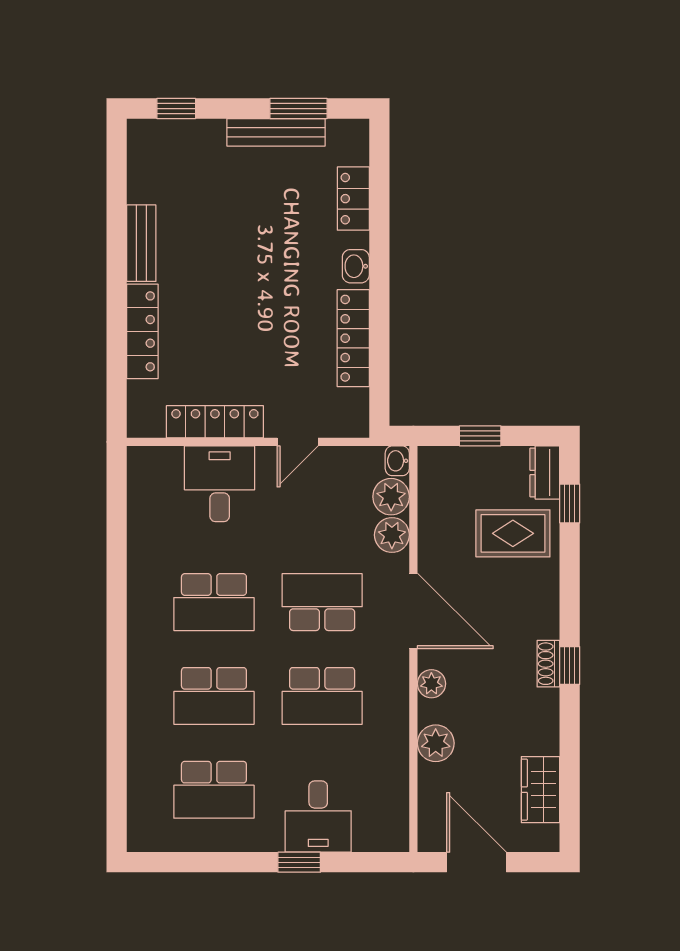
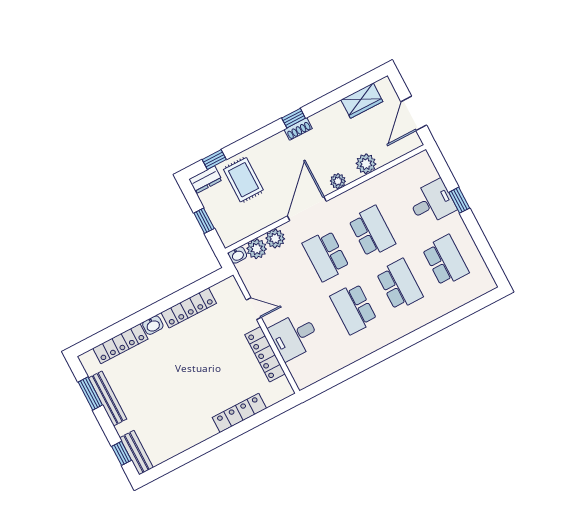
locker: (353, 199) -> (120, 344), width x1.53
bench: (141, 243) -> (136, 453), moved, turned 90
school desk: (214, 602) -> (354, 309), turned 180

